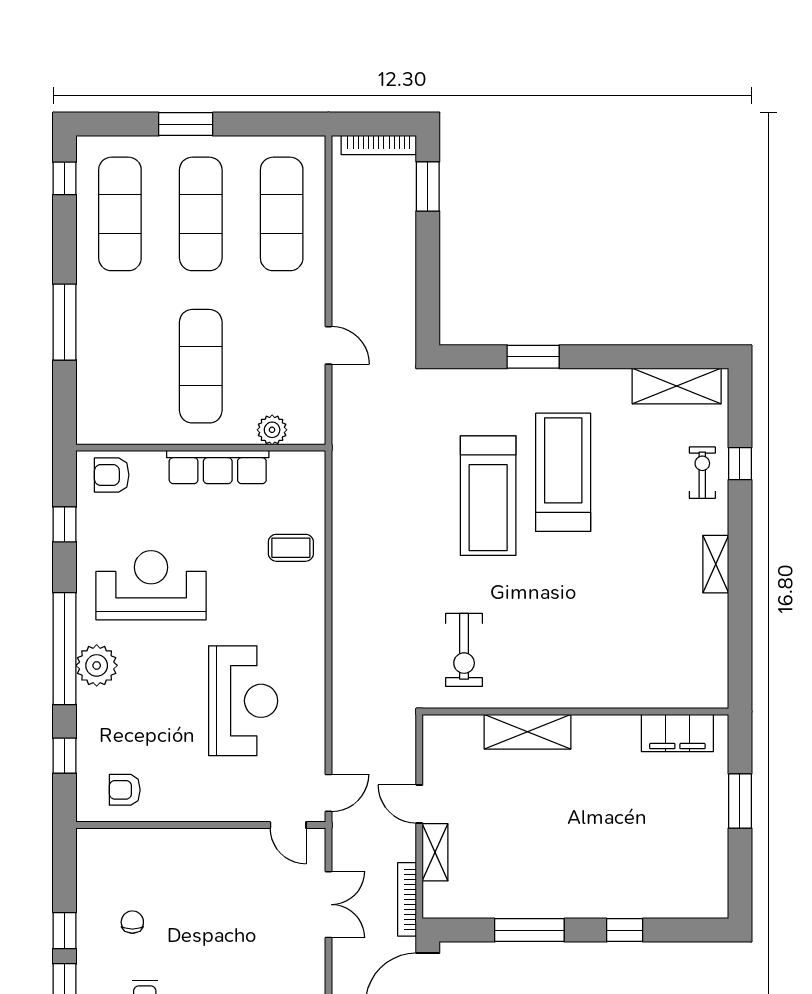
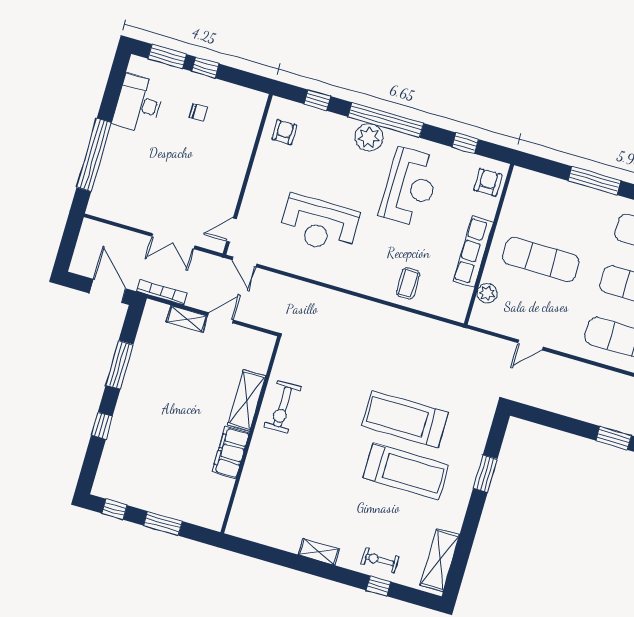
exercise bike: (702, 473) -> (380, 560), turned 180
exercise bike: (464, 650) -> (283, 407), moved, turned -90
filing cabinet: (677, 733) -> (231, 452), moved
window: (740, 877) -> (114, 509), added

